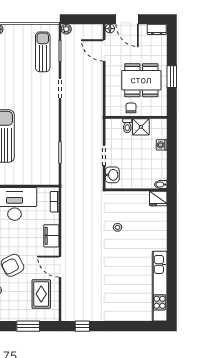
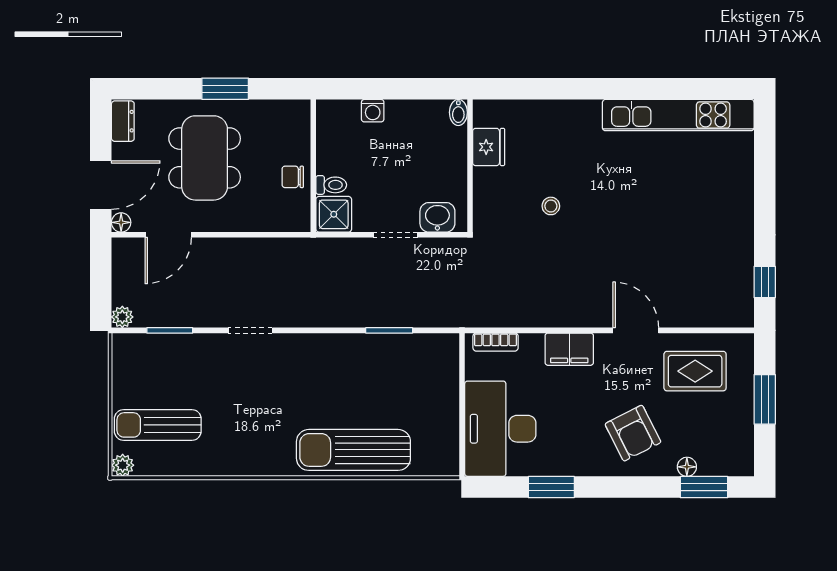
sun lounger: (43, 52) -> (158, 425), moved
dining table: (141, 80) -> (205, 158), moved
shower: (141, 127) -> (334, 214), moved
fridge: (158, 199) -> (489, 147), moved
door: (60, 267) -> (636, 330), swing flipped

